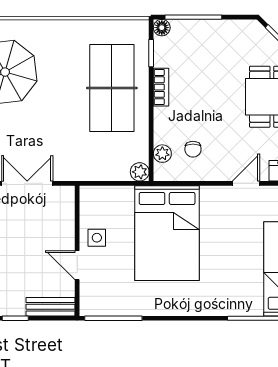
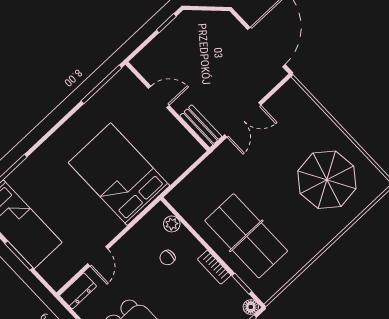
chair: (193, 149) -> (167, 258), moved, turned -90
plant: (140, 172) -> (175, 198), removed
side table: (97, 238) -> (163, 127), removed
bench: (51, 307) -> (201, 126), moved, turned 90

